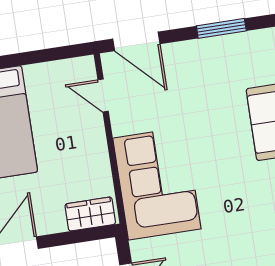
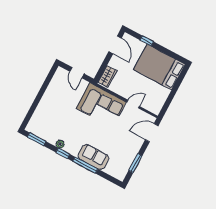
door: (103, 96) -> (133, 104), moved

